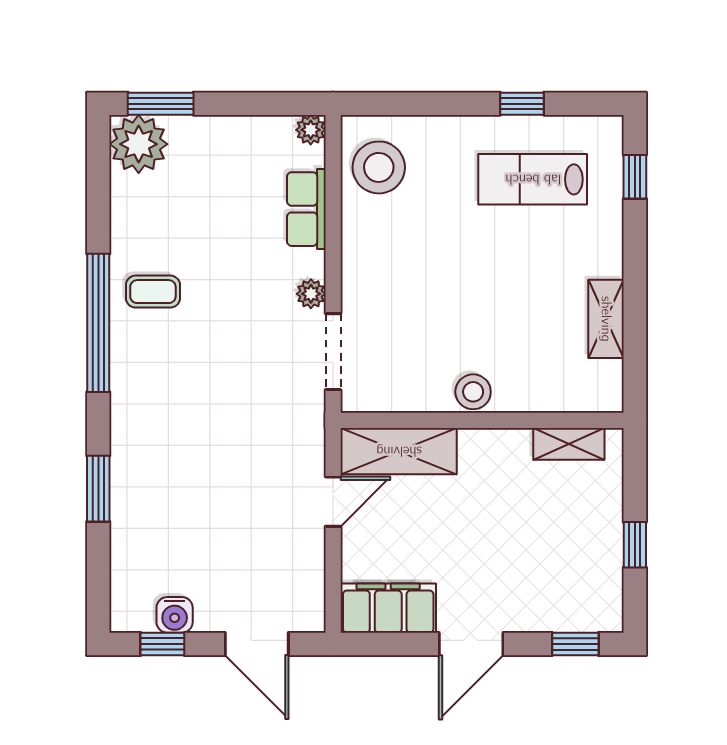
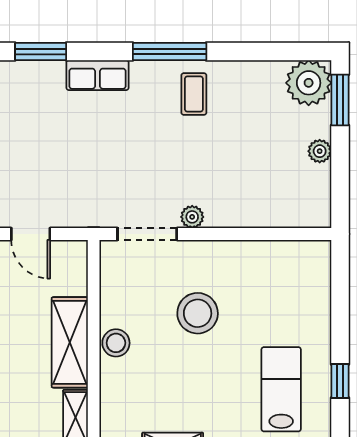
plant: (311, 130) -> (320, 151), moved
stool: (379, 167) -> (198, 313), moved
row of seats: (306, 209) -> (98, 75), moved, turned 180
window: (98, 323) -> (170, 51), width x0.68
shelving: (399, 451) -> (70, 342), moved

